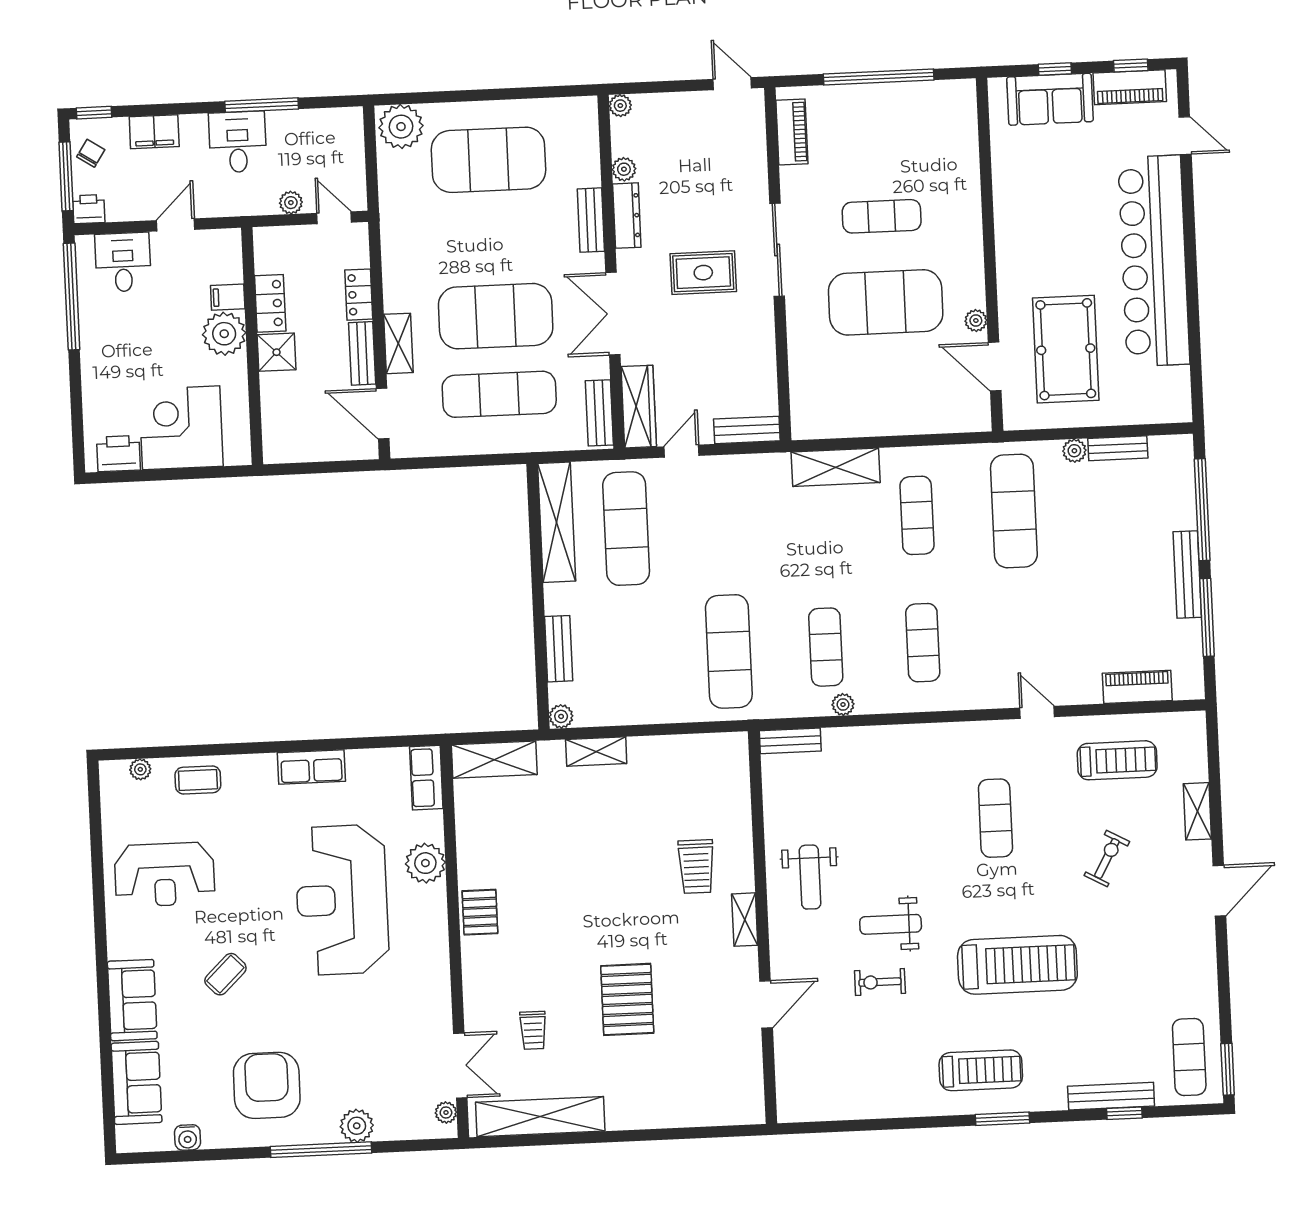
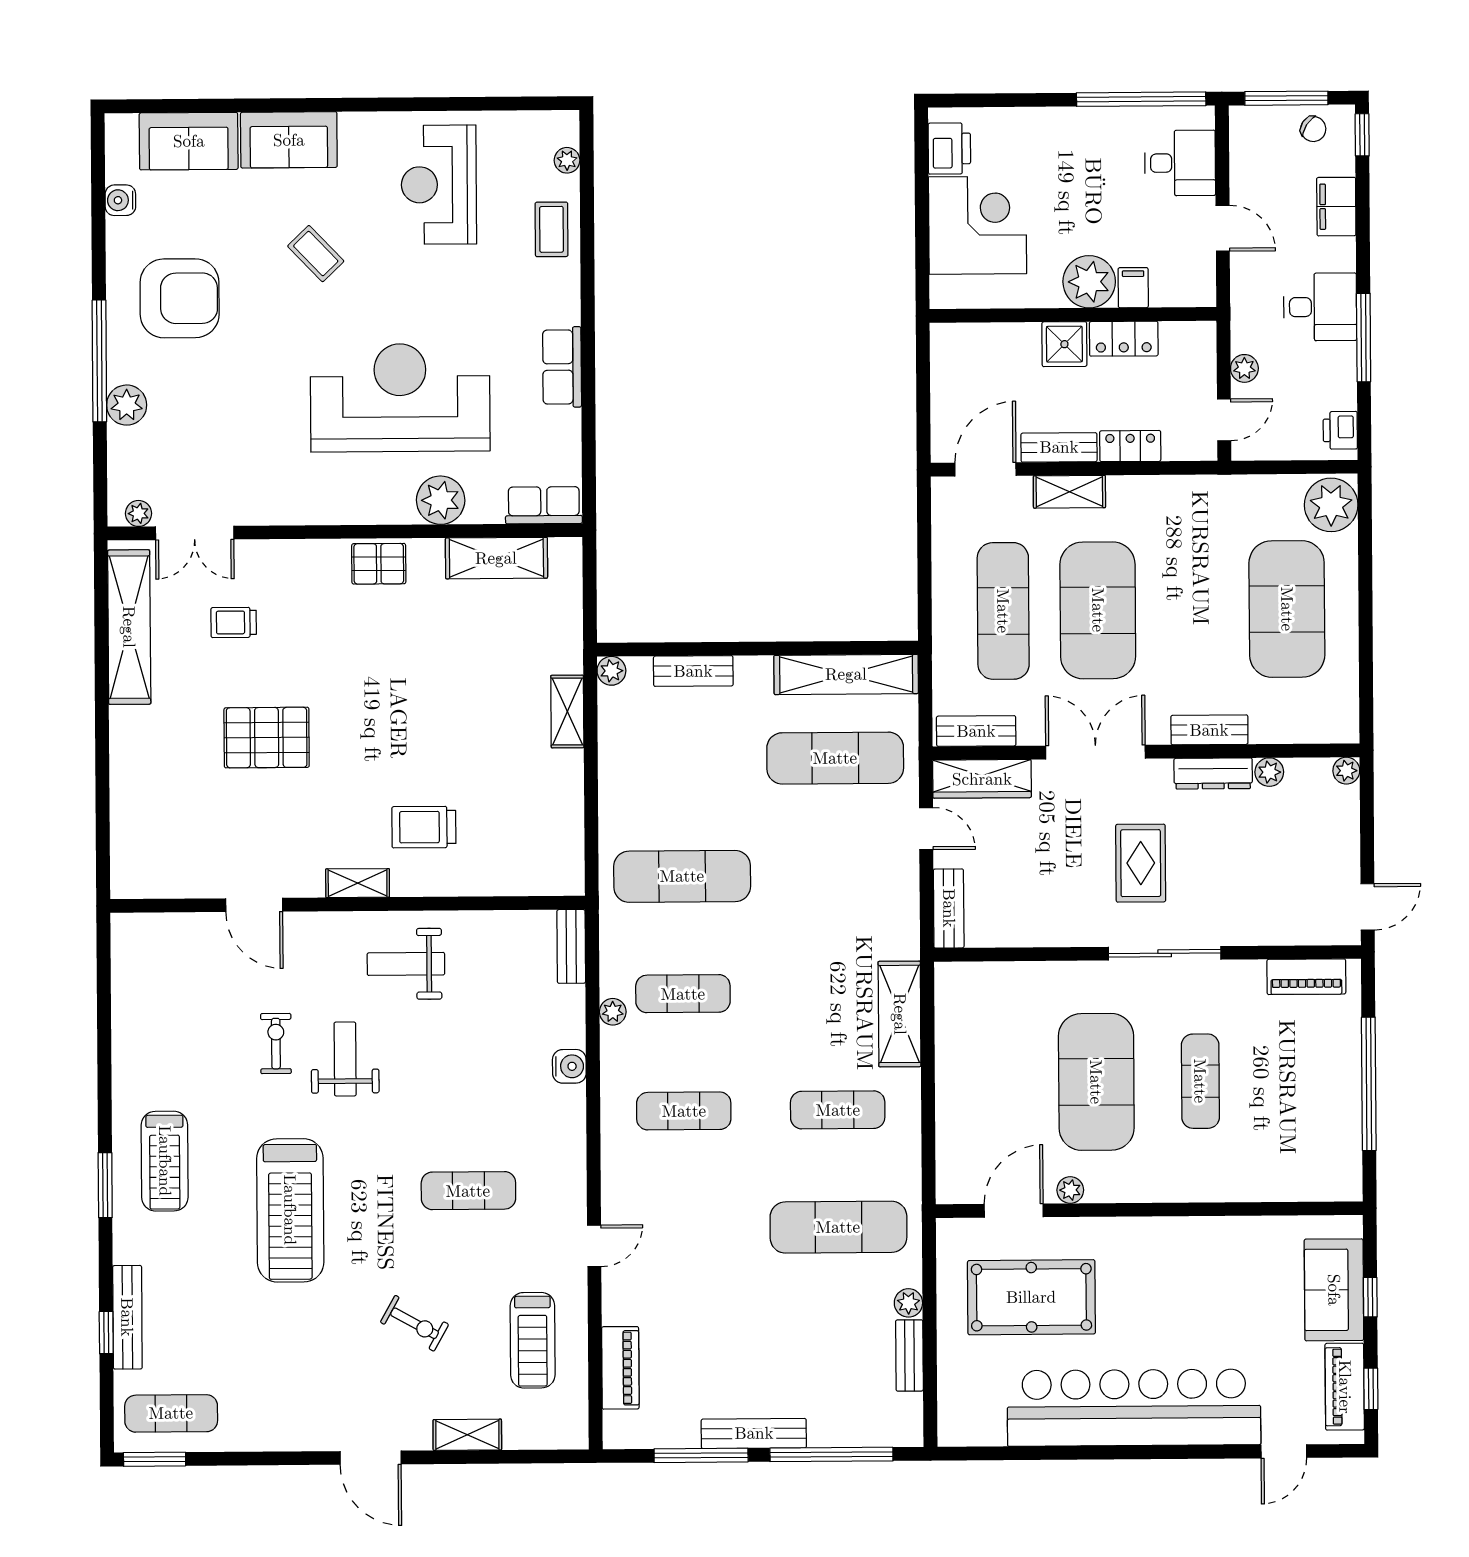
printer: (89, 209) -> (1340, 430), moved, turned 180
water cooler: (889, 739) -> (569, 1066), added
shelving: (494, 760) -> (496, 558), moved, turned 90

